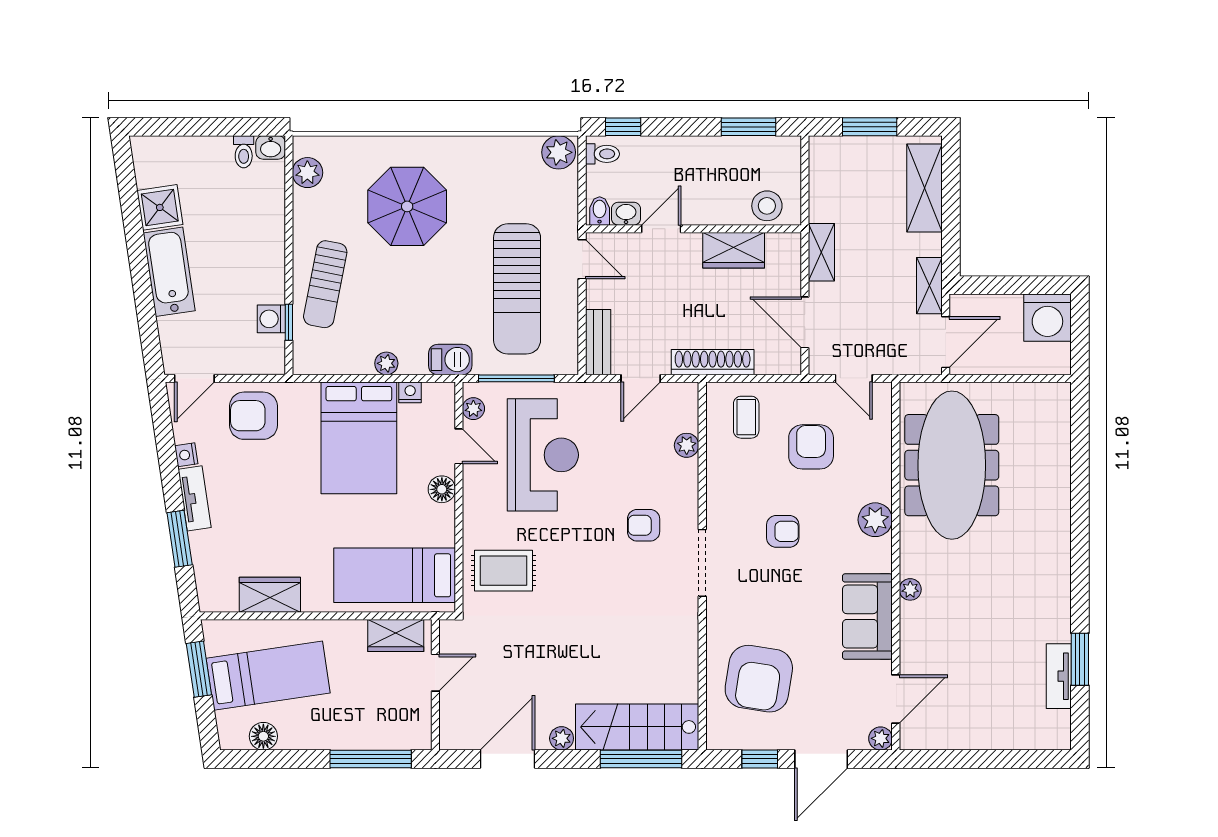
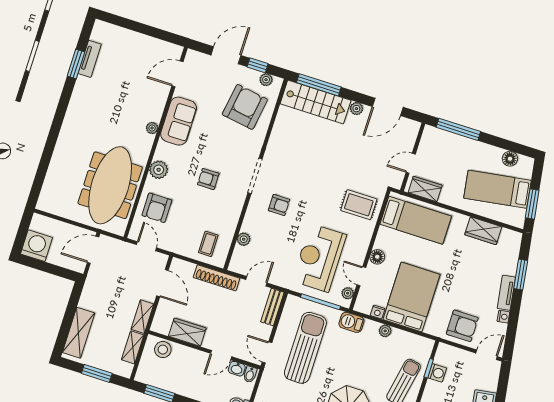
shelving: (929, 286) -> (133, 347), moved
armchair: (811, 447) -> (157, 208), moved
plant: (881, 738) -> (266, 80), moved

